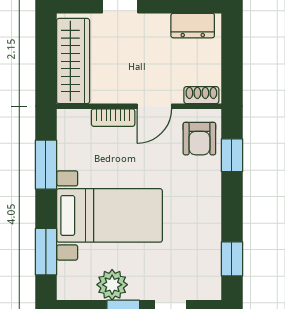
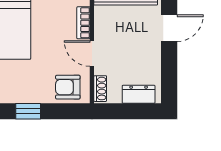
dresser: (193, 26) -> (139, 94), moved, turned 90
window: (232, 155) -> (28, 111), moved

